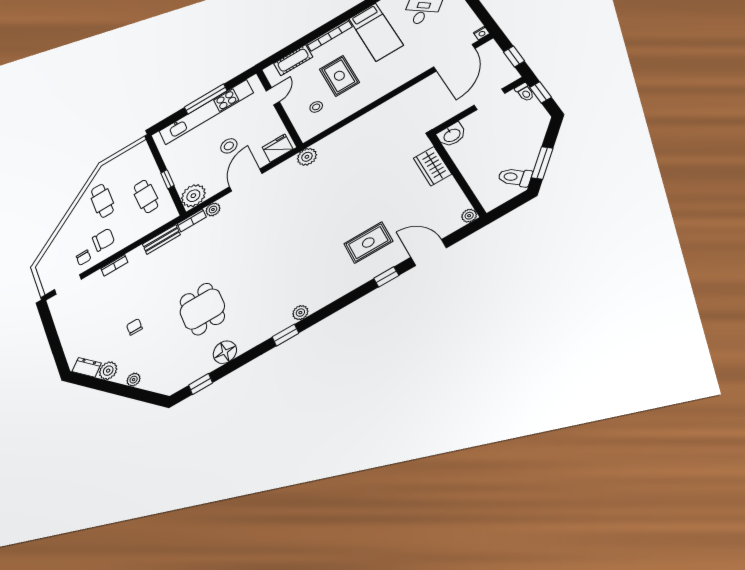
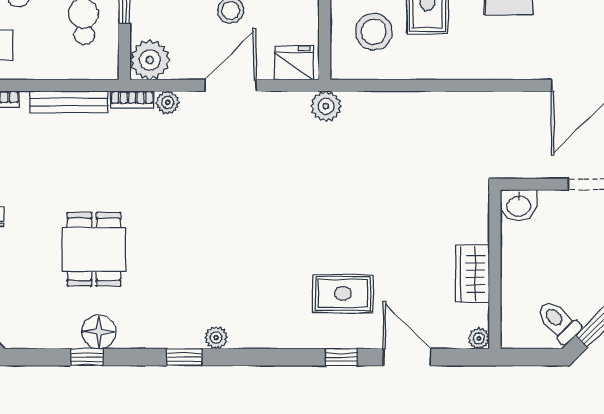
stool: (316, 107) -> (374, 32), width x1.89, depth x1.89
wardrobe: (432, 166) -> (473, 274), moved
bench: (161, 239) -> (69, 102), width x1.36
window: (201, 384) -> (87, 357), moved

